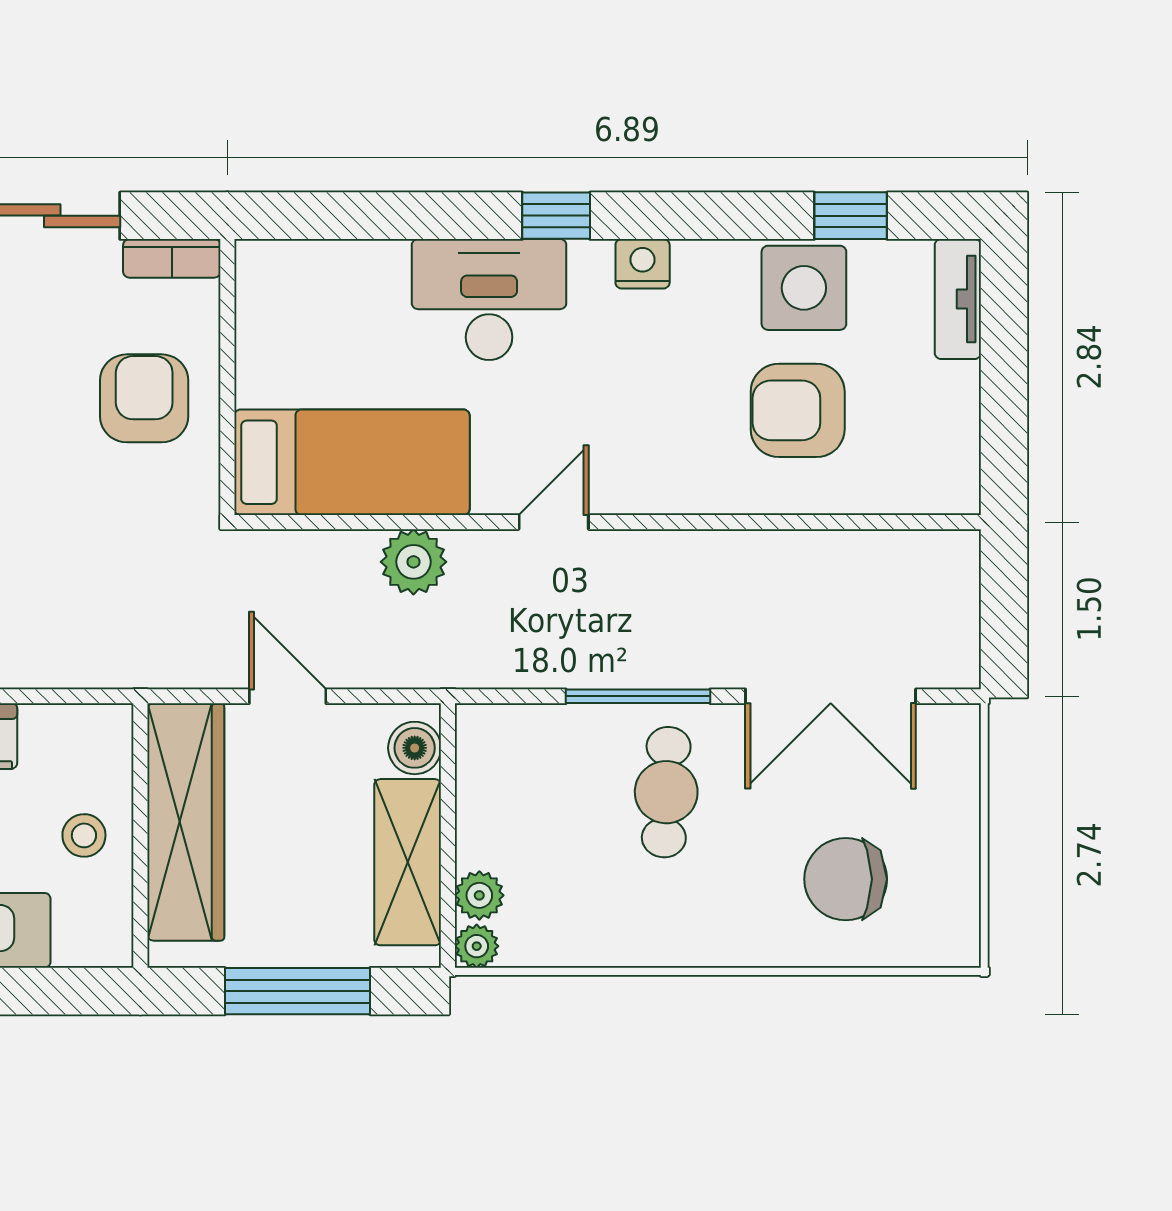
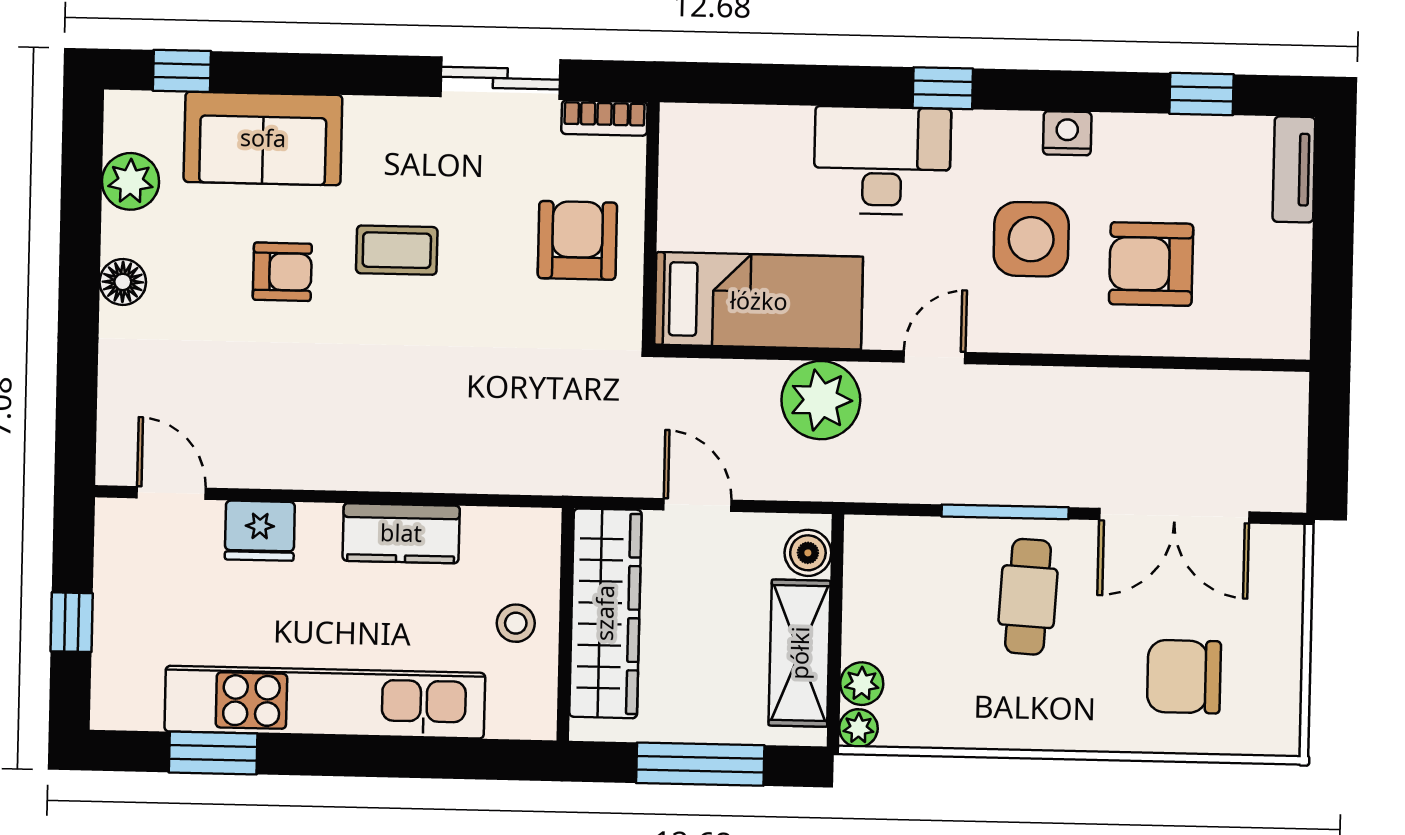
nightstand: (643, 264) -> (1067, 133), moved
side table: (804, 288) -> (1031, 239), moved
plant: (413, 562) -> (821, 400), width x1.36, depth x1.36

